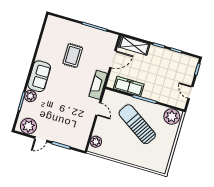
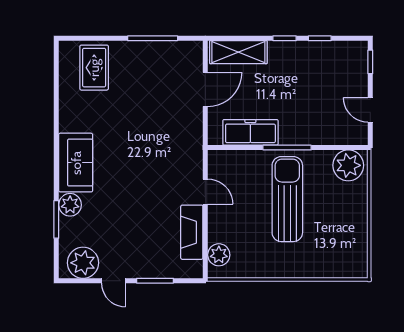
rug: (73, 56) -> (94, 68), moved
fireplace: (98, 85) -> (192, 232), moved
sun lounger: (137, 124) -> (287, 199), turned 57
door: (41, 139) -> (114, 281), hinge flipped

